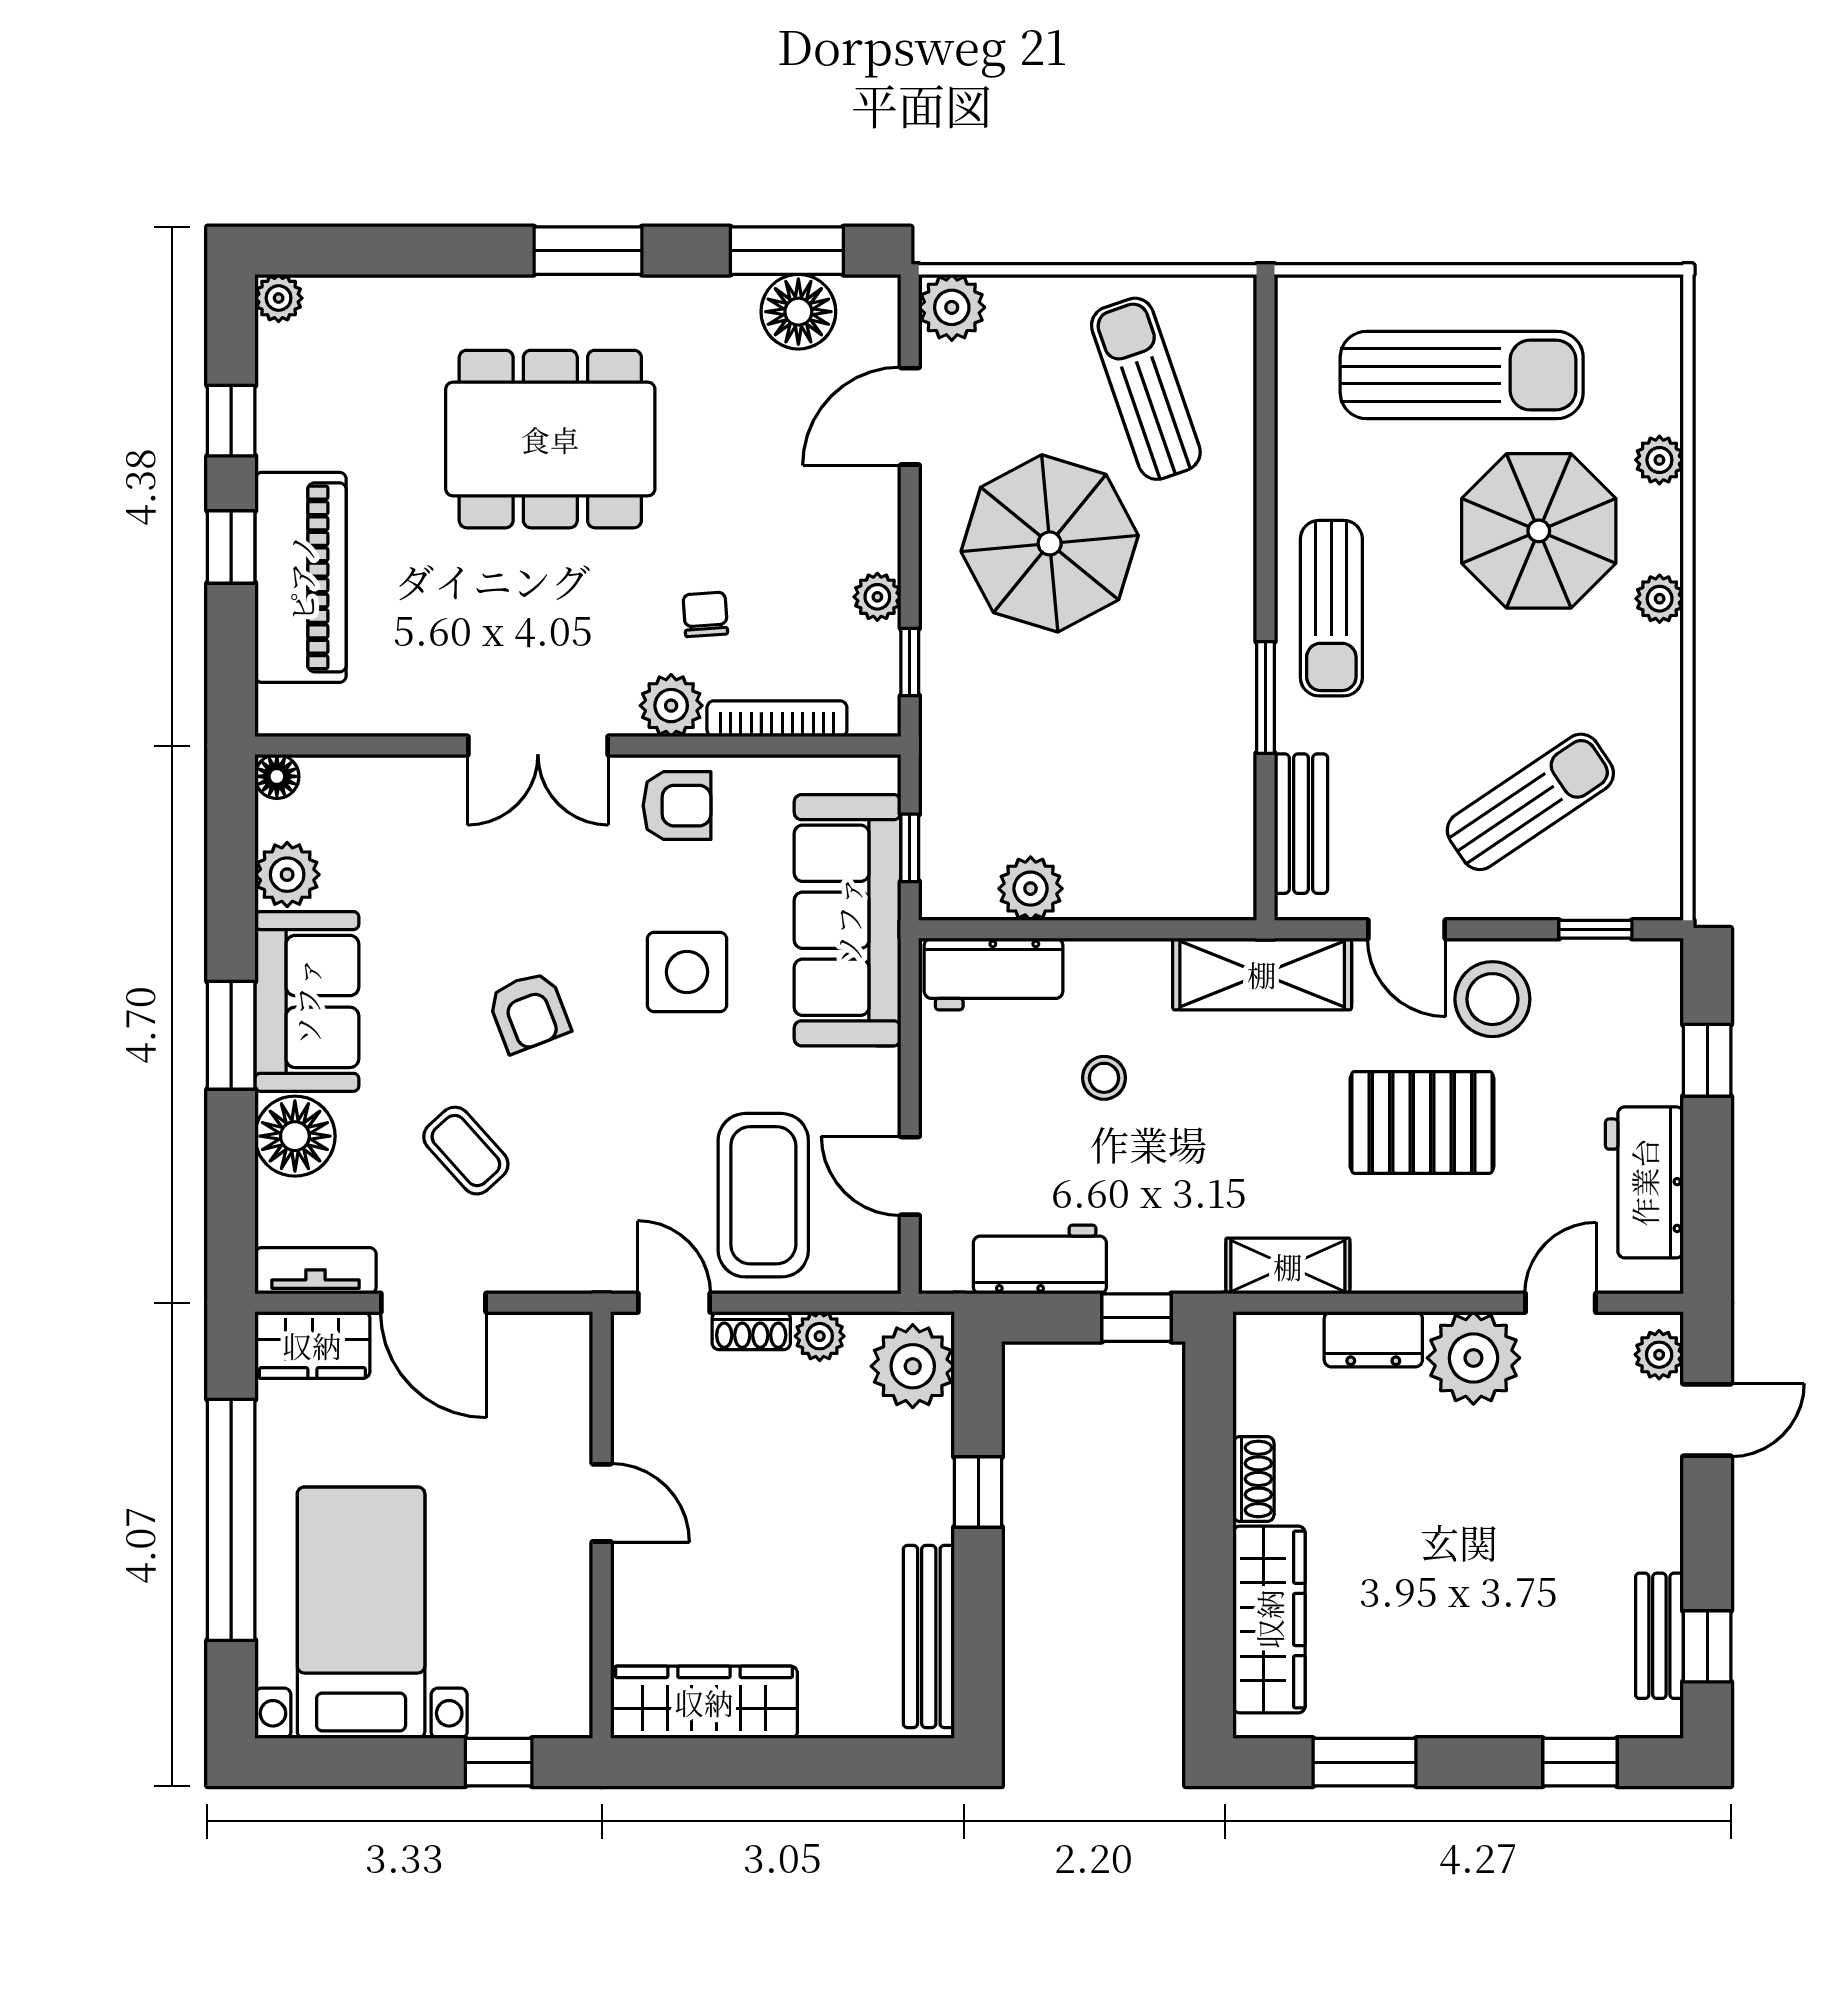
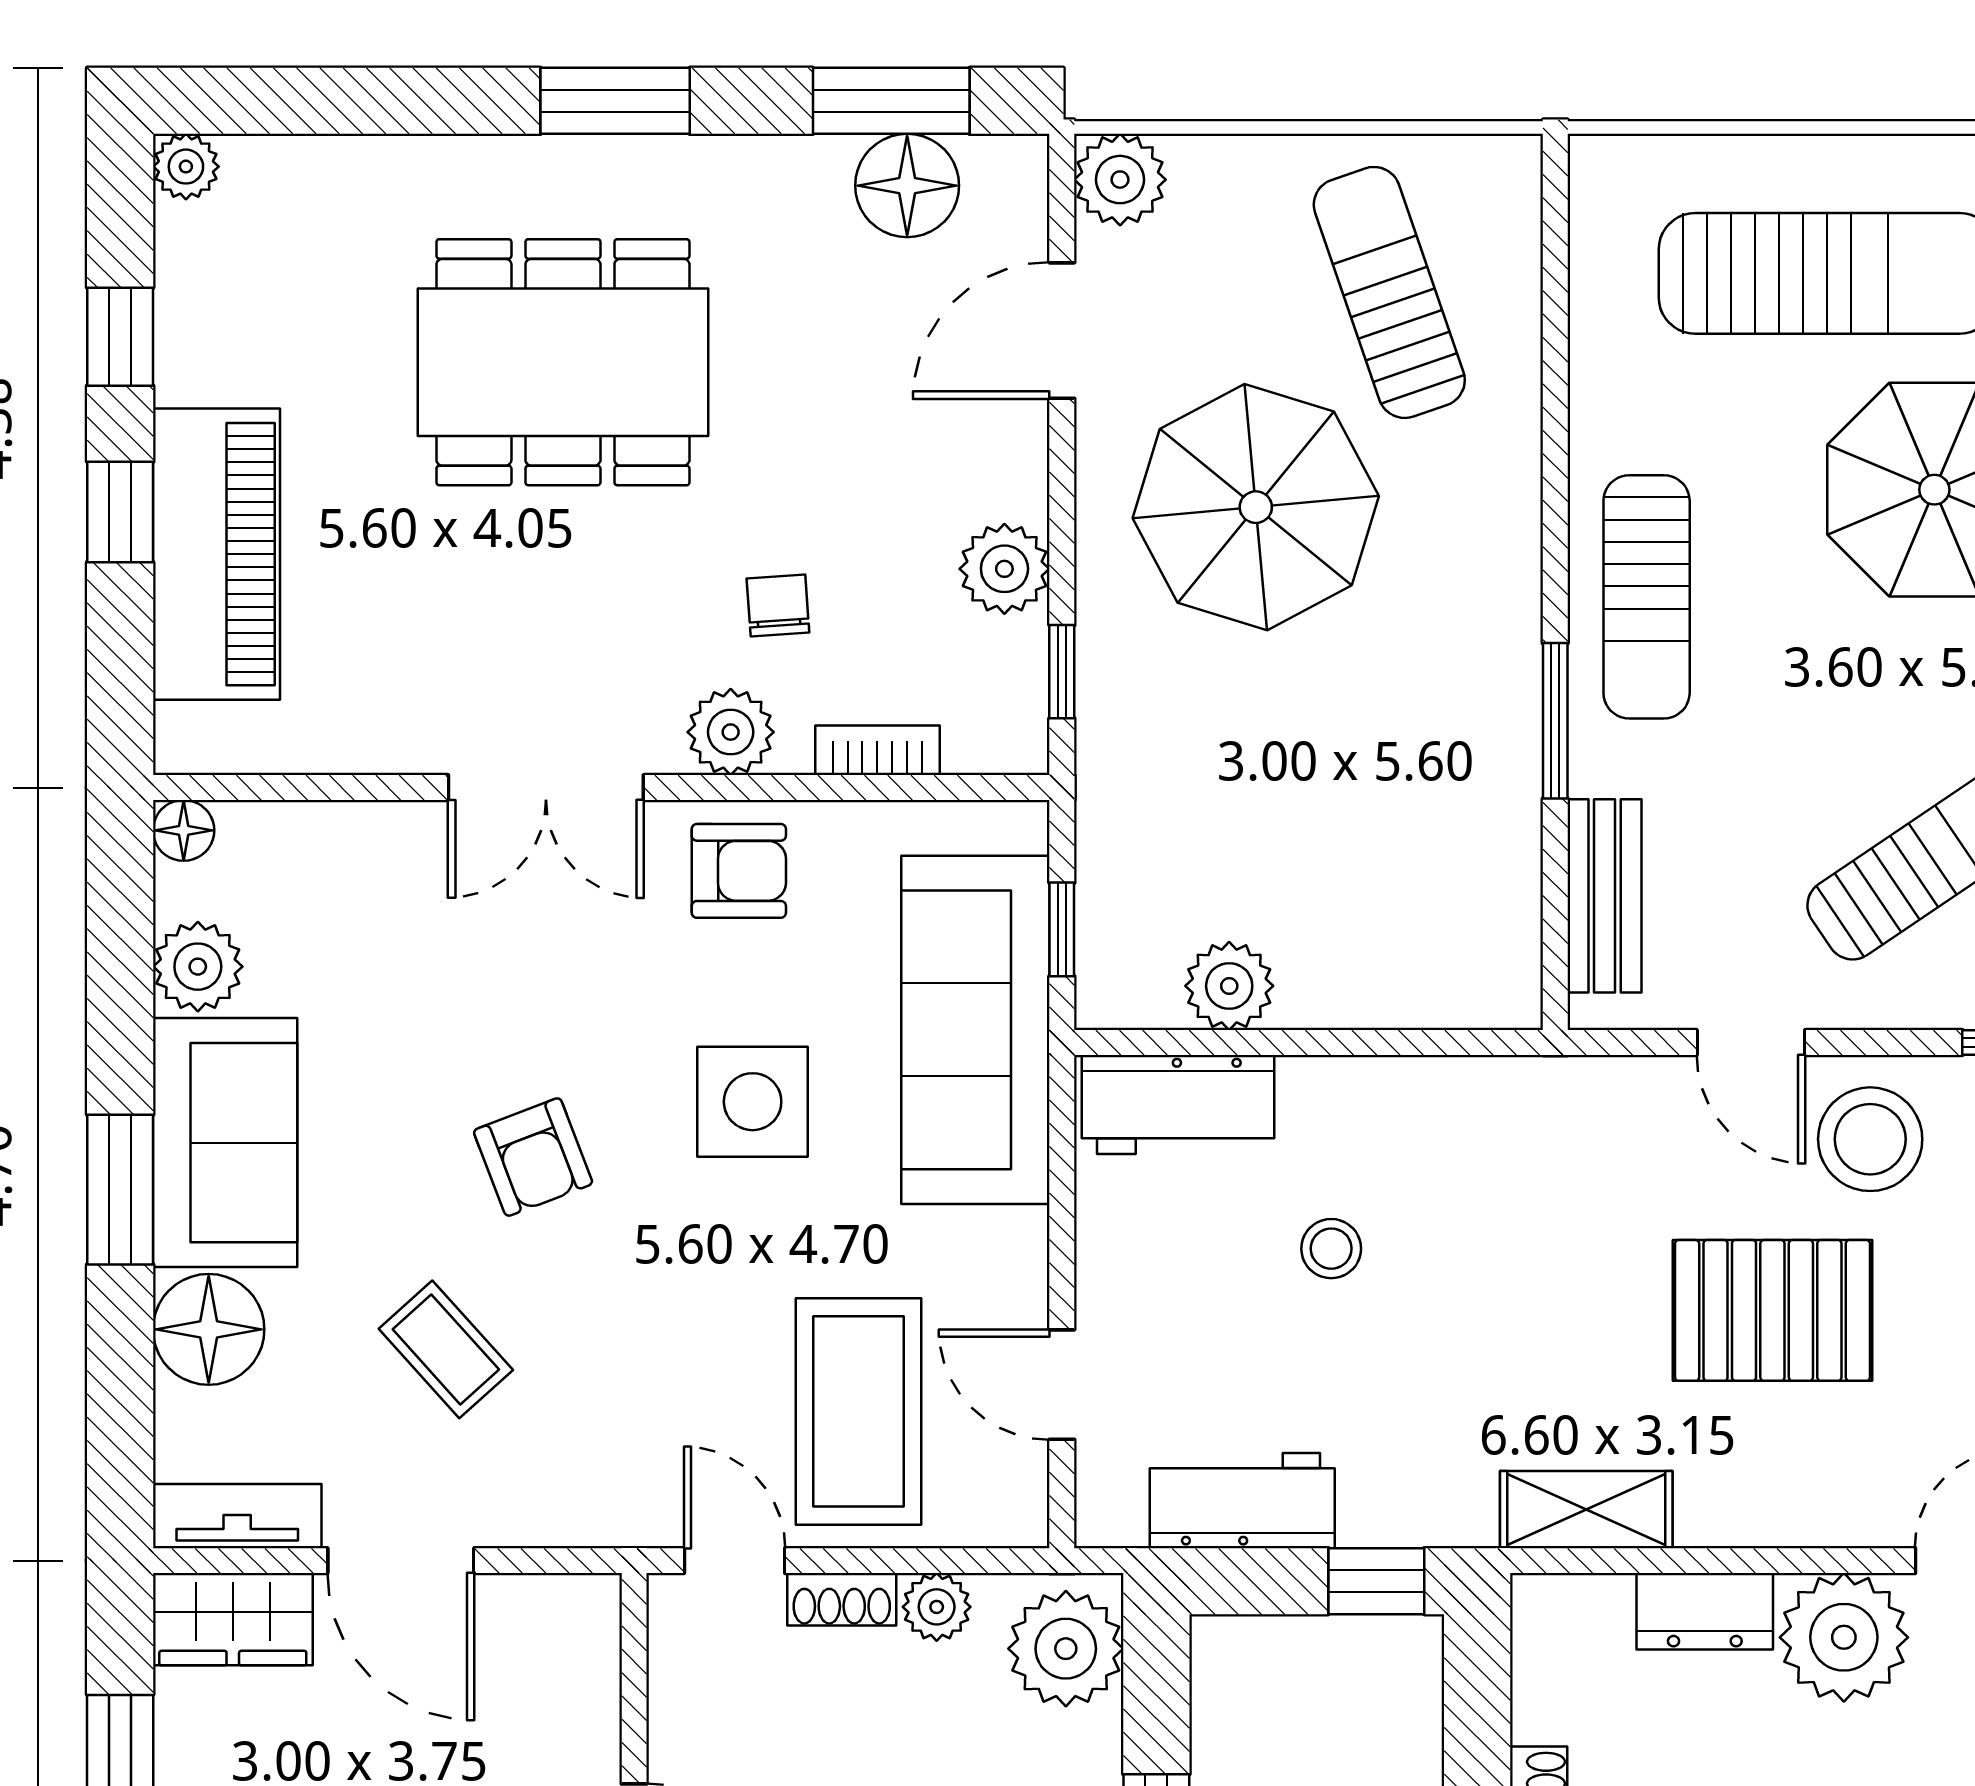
plant: (877, 597) -> (1004, 569), width x1.38, depth x1.38
bookcase: (777, 719) -> (877, 750), width x0.64
shelving: (1262, 974) -> (1551, 1104), removed

